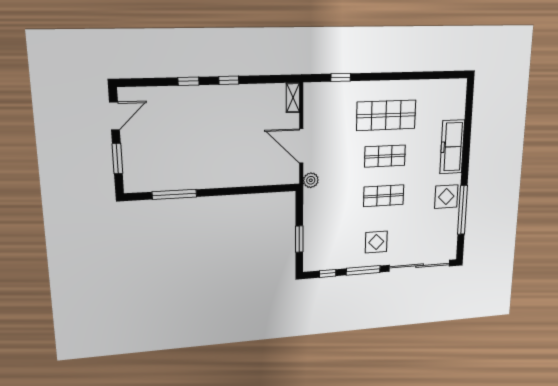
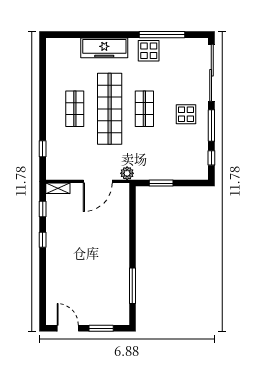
window: (188, 81) -> (43, 209), moved
shop shelf: (386, 115) -> (75, 109), width x0.70, depth x0.74
shop shelf: (385, 156) -> (110, 109), width x2.00, depth x1.36
window: (299, 239) -> (161, 183), moved

